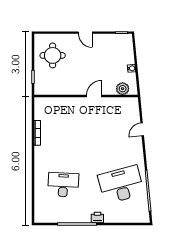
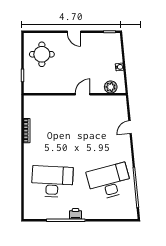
desk: (63, 185) -> (52, 182), width x1.36, depth x1.30
printer: (97, 217) -> (76, 214), moved

